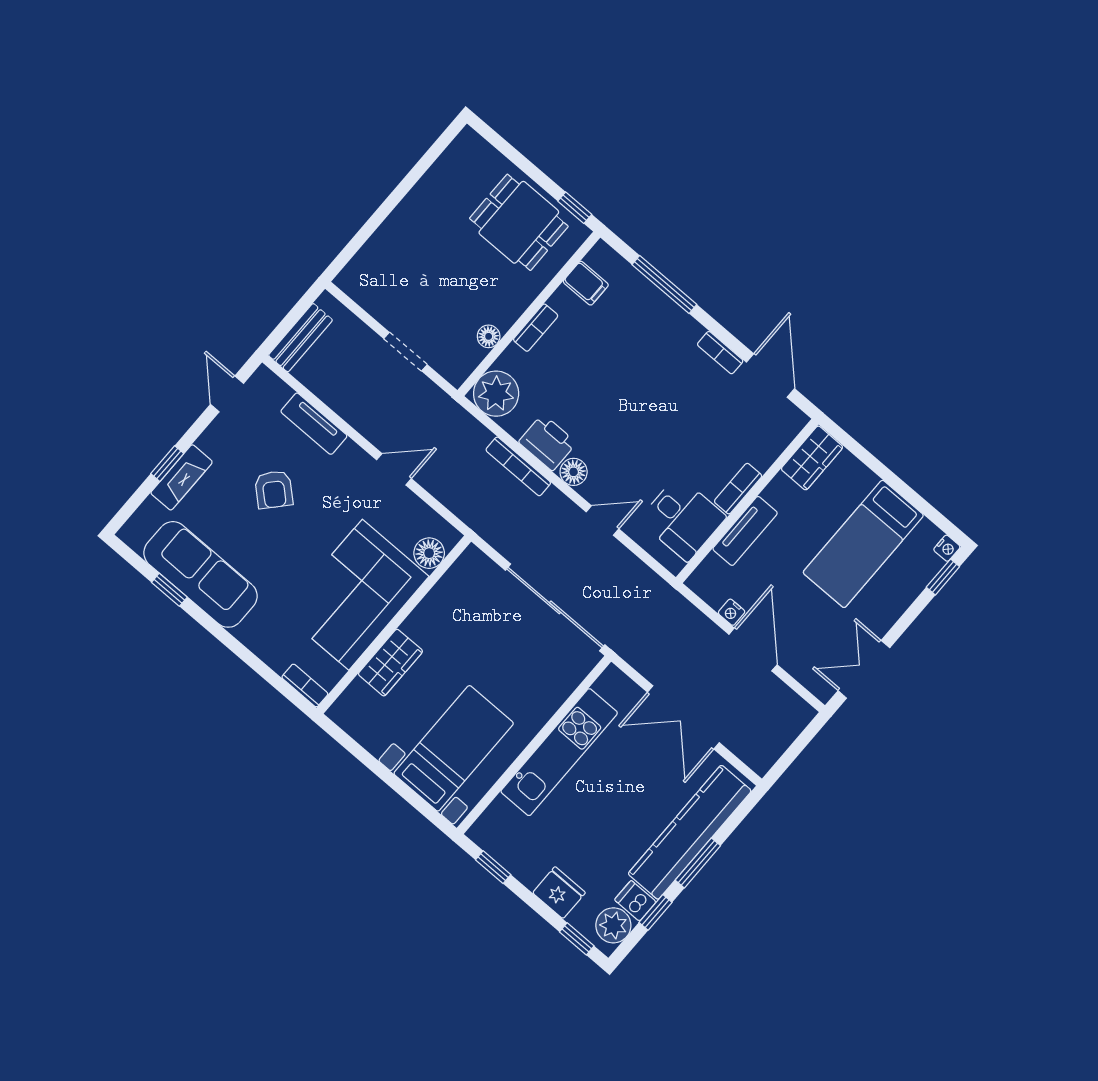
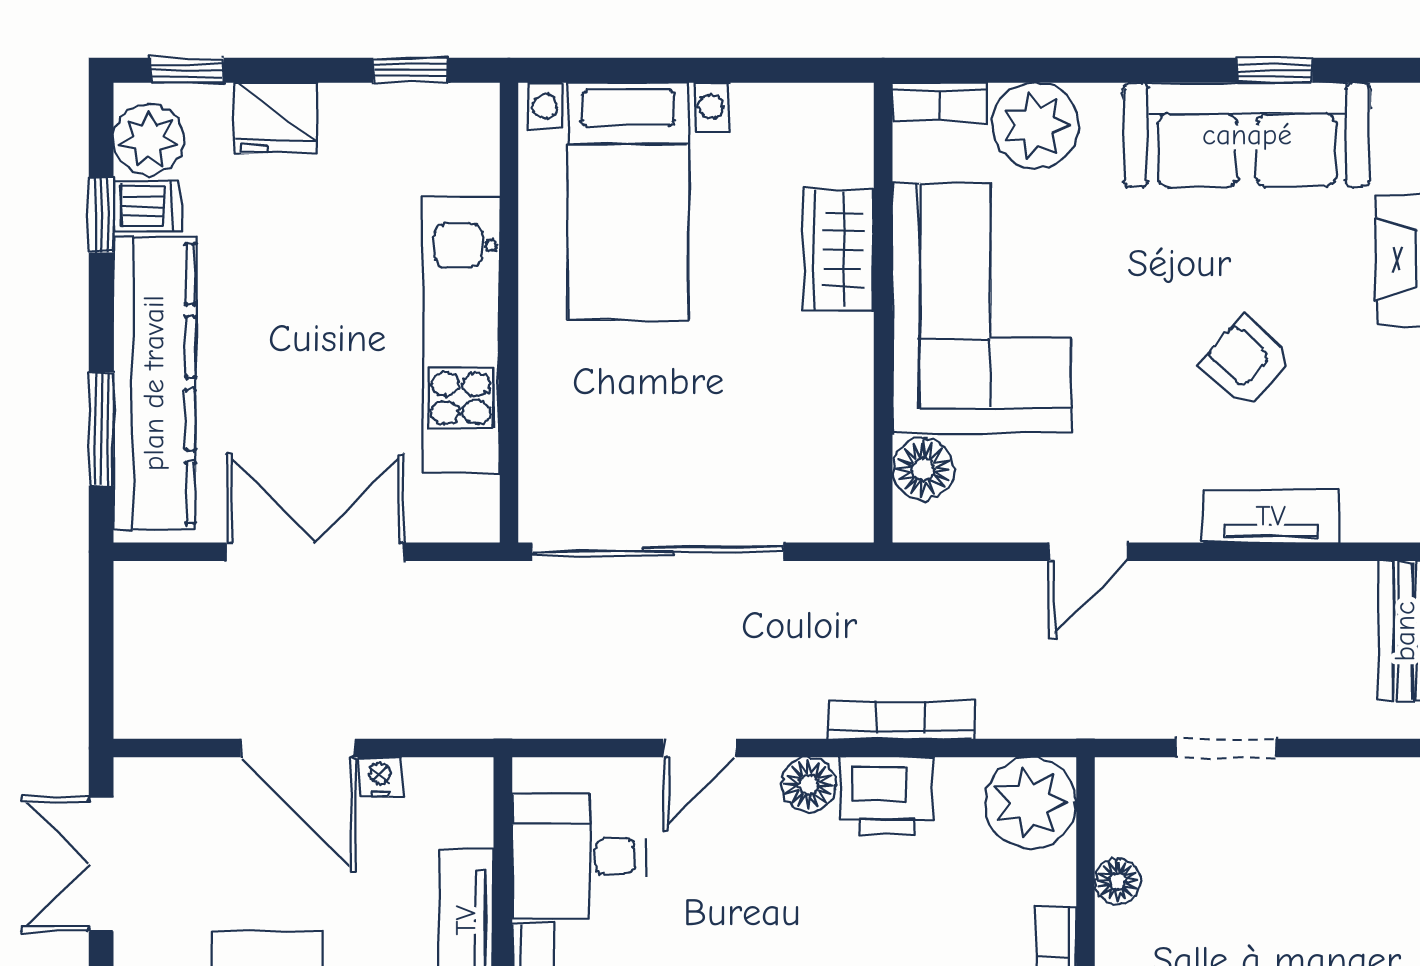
plant: (277, 646) -> (1035, 126), added
double door: (864, 669) -> (101, 864), swing flipped
window: (698, 863) -> (101, 429), moved

